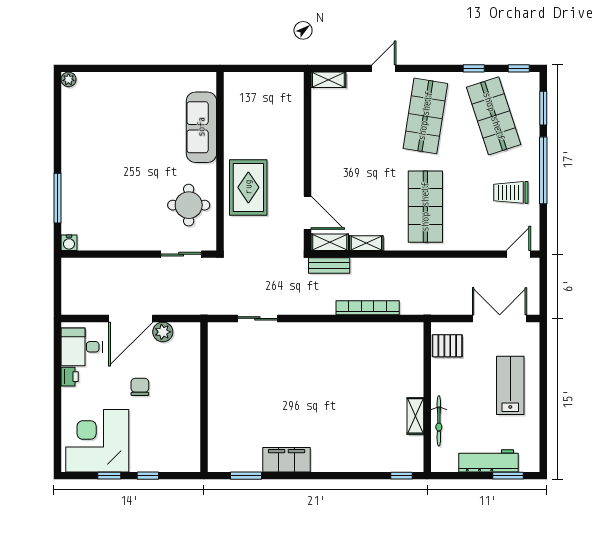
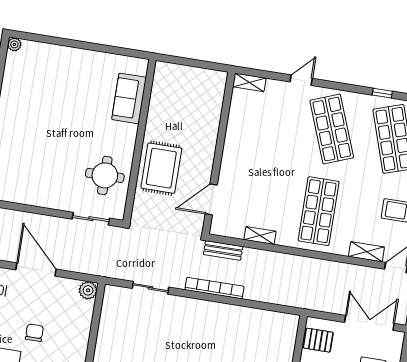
shop shelf: (425, 116) -> (332, 129), turned -30
sofa: (201, 127) -> (129, 98), width x0.73
door: (308, 213) -> (211, 199), swing flipped
shelving: (330, 242) -> (366, 252), moved
bookcase: (368, 308) -> (214, 288), moved
door: (131, 318) -> (36, 269), swing flipped
plant: (163, 332) -> (88, 290), moved

